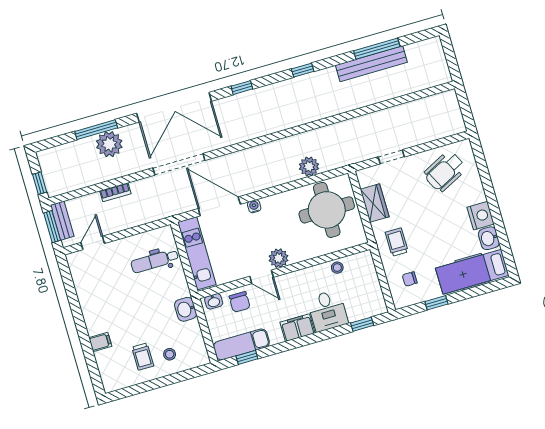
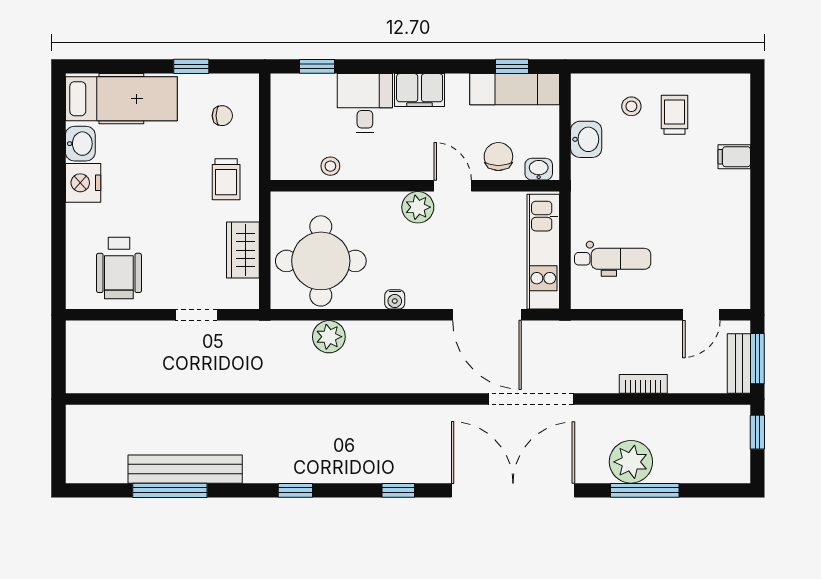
wheelchair: (445, 171) -> (119, 268), turned 117
water cooler: (254, 206) -> (395, 299), moved
washbasin: (186, 309) -> (586, 139), moved

